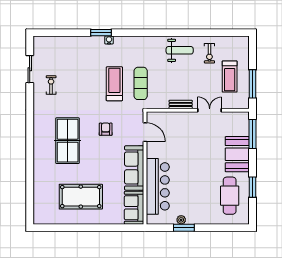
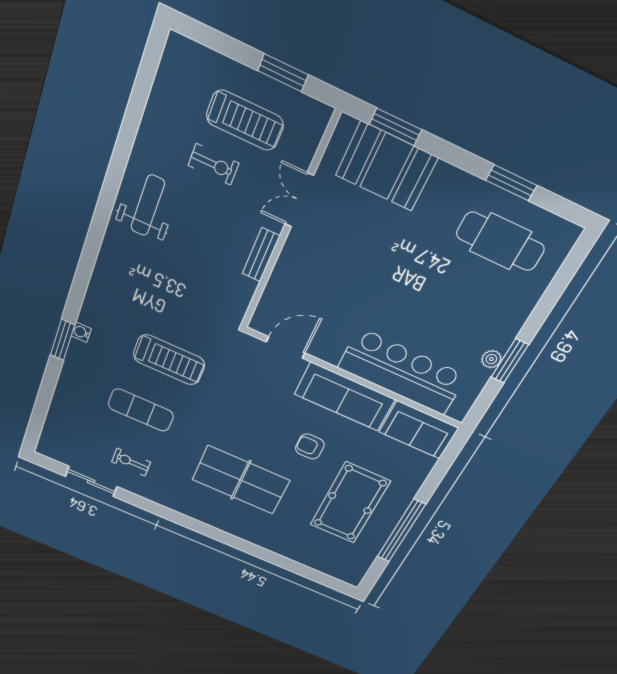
exercise bike: (209, 53) -> (213, 164), moved
exercise mat: (141, 83) -> (141, 410), moved
treadmill: (114, 84) -> (169, 360), turned 180
window: (252, 84) -> (283, 73), width x0.69
armchair: (106, 129) -> (310, 447), moved
window: (252, 134) -> (395, 127), width x0.69
booth: (237, 154) -> (387, 166), moved
window: (78, 228) -> (401, 531), added

